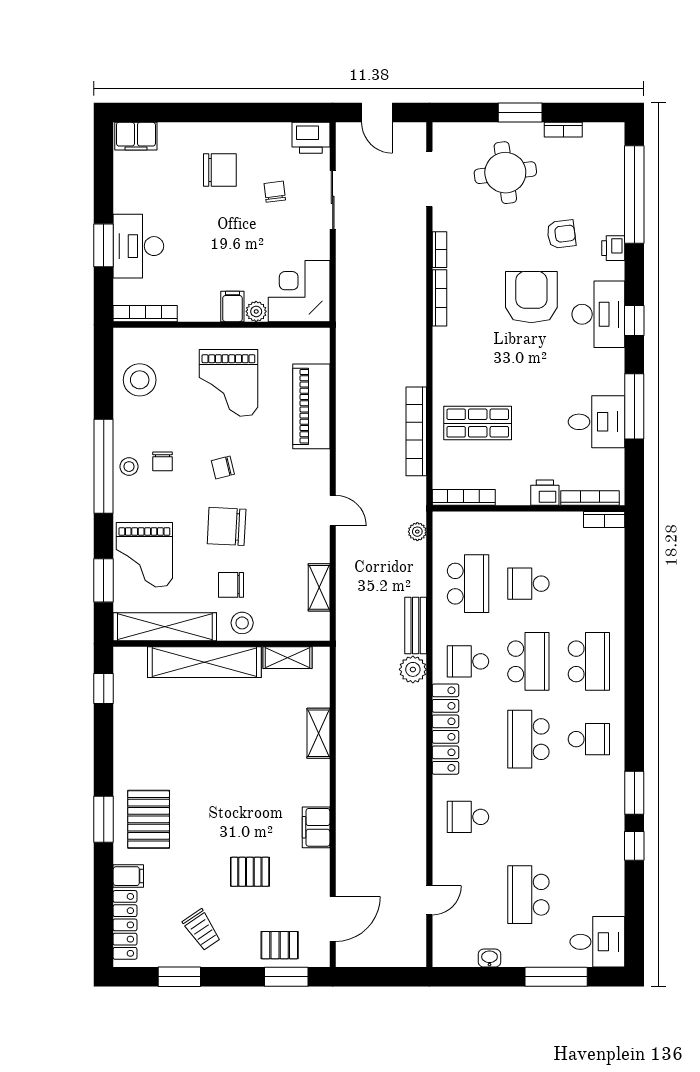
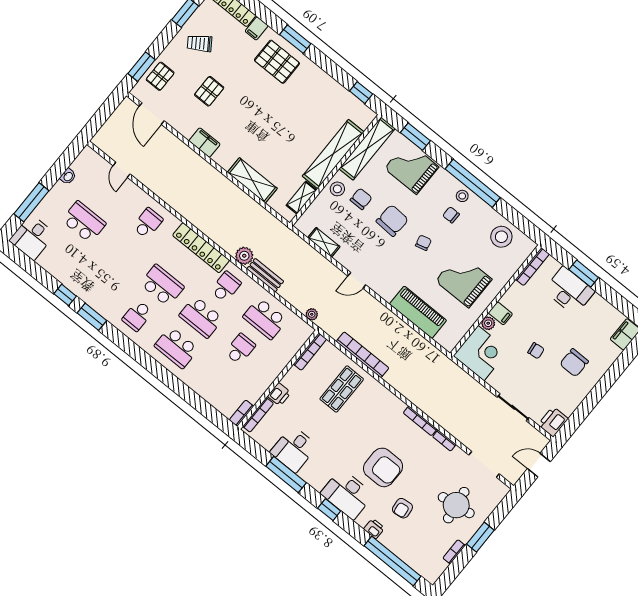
chair: (275, 192) -> (536, 351), moved
shelving: (318, 733) -> (252, 180), width x1.50, depth x1.33

